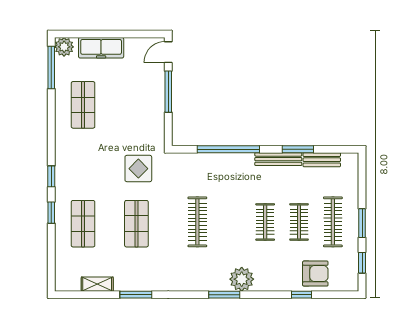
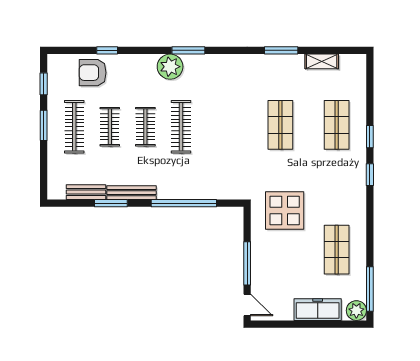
door: (168, 52) -> (247, 305), hinge flipped
display table: (138, 169) -> (285, 211), moved, width x1.36, depth x1.36
clothes rail: (197, 222) -> (181, 127), moved

